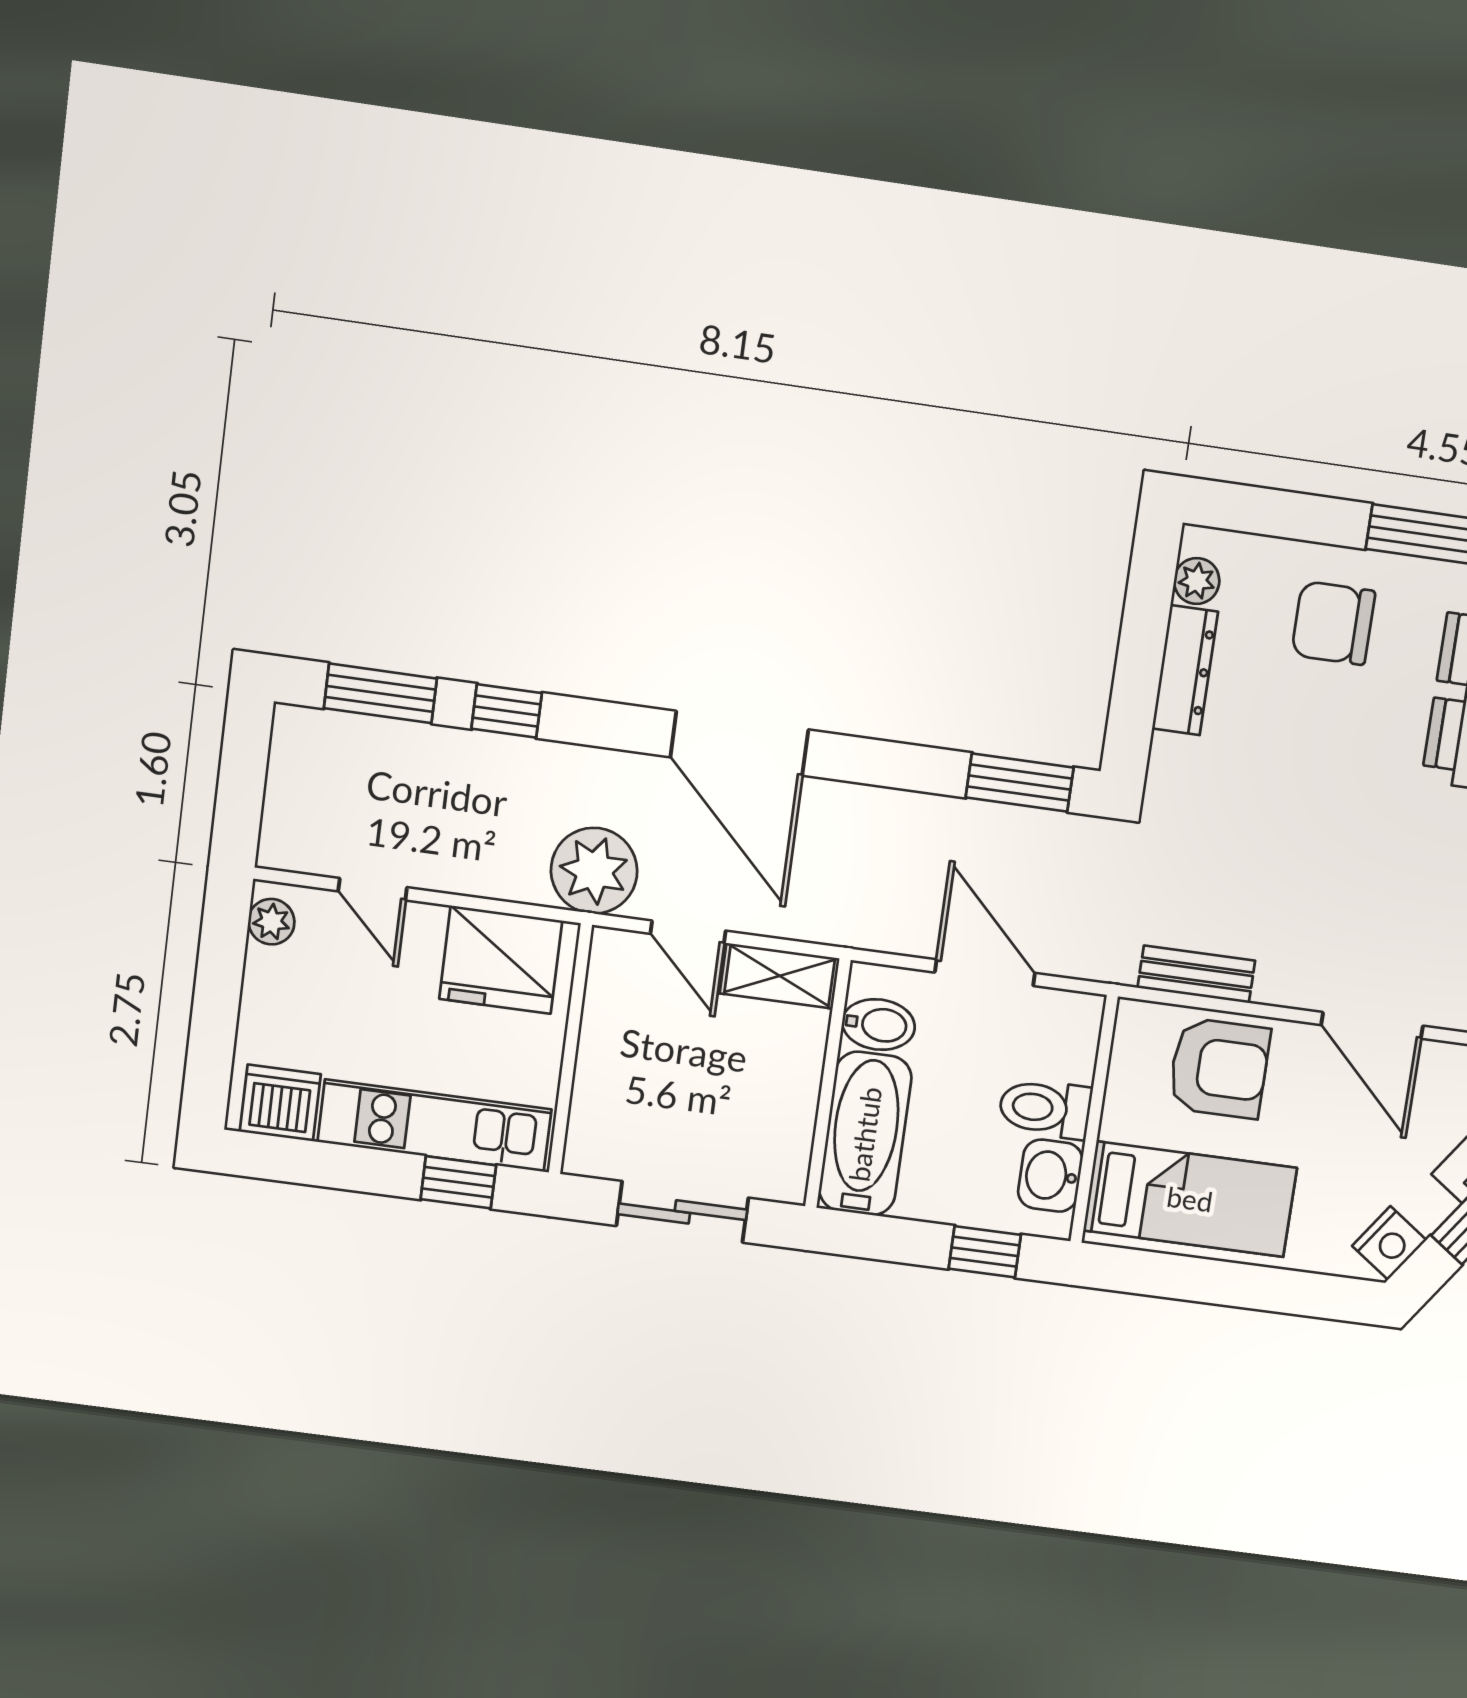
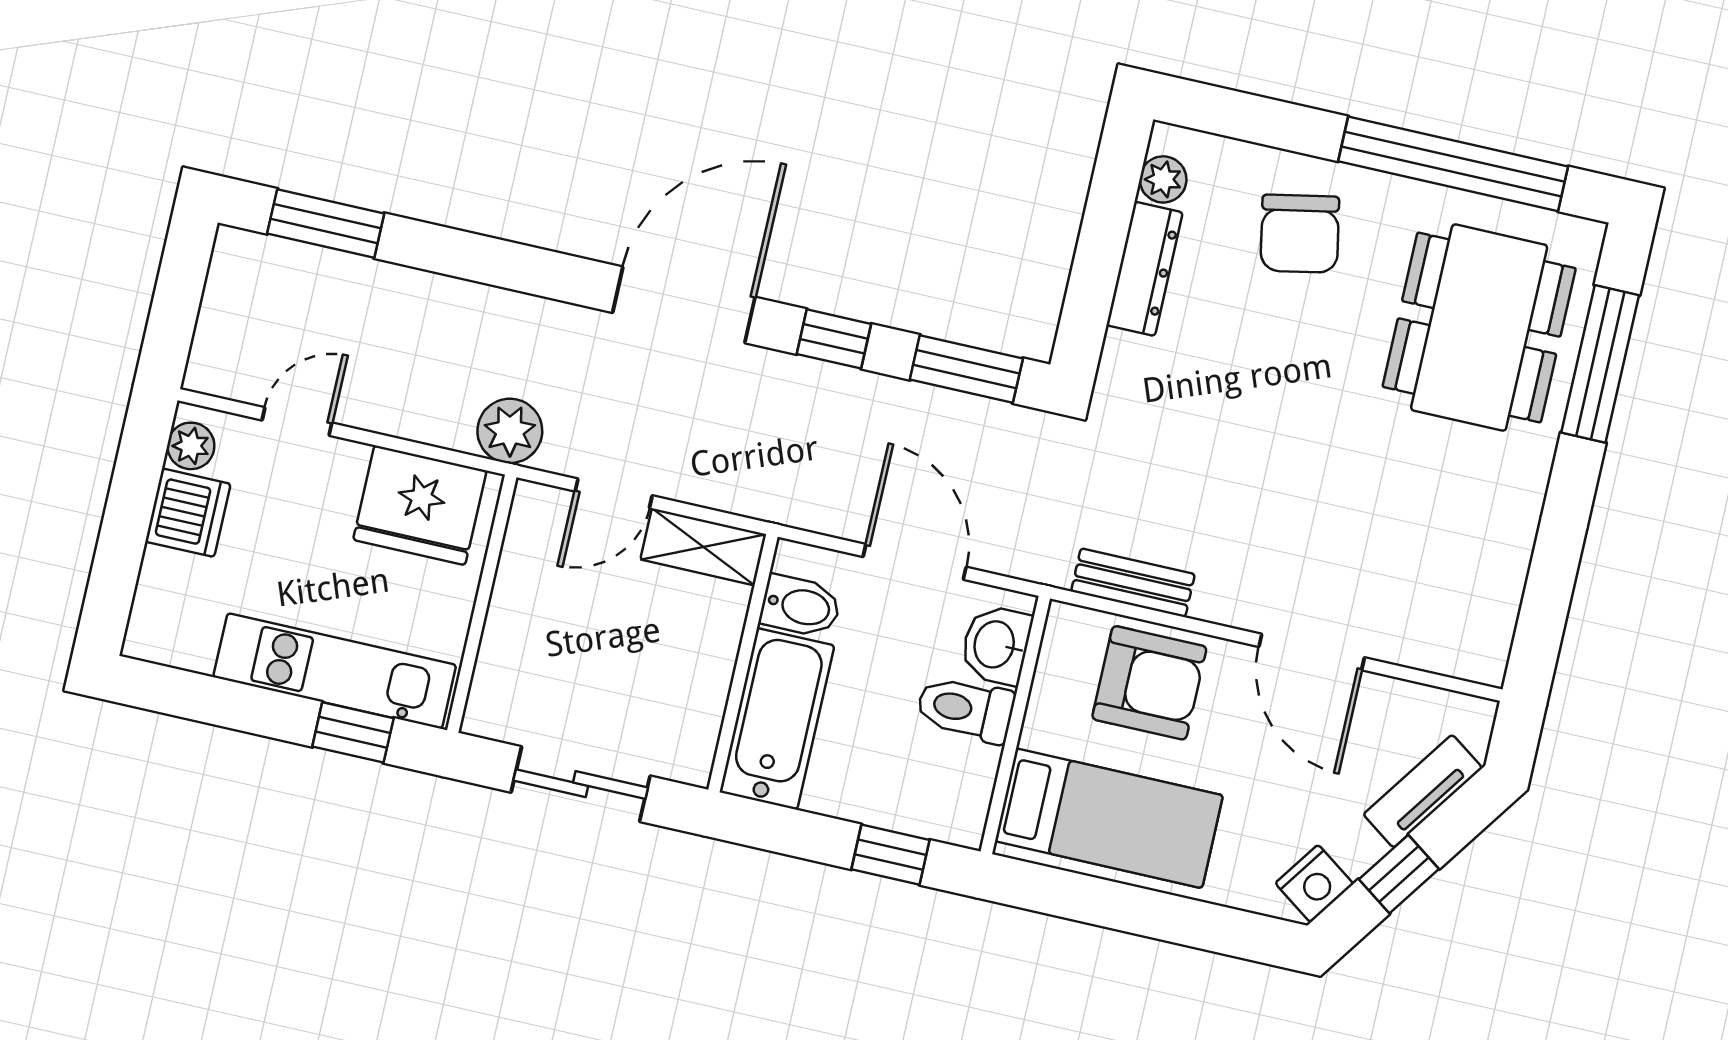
chair: (1333, 623) -> (1300, 234), turned -101
window: (507, 711) -> (834, 339), moved
door: (739, 743) -> (684, 305), swing flipped
plant: (594, 871) -> (510, 431), width x0.73, depth x0.73
door: (373, 889) -> (297, 422), swing flipped
door: (688, 932) -> (614, 493), hinge flipped
dishwasher: (280, 1103) -> (188, 513), moved, turned 90
washbasin: (1050, 1176) -> (996, 645), moved

